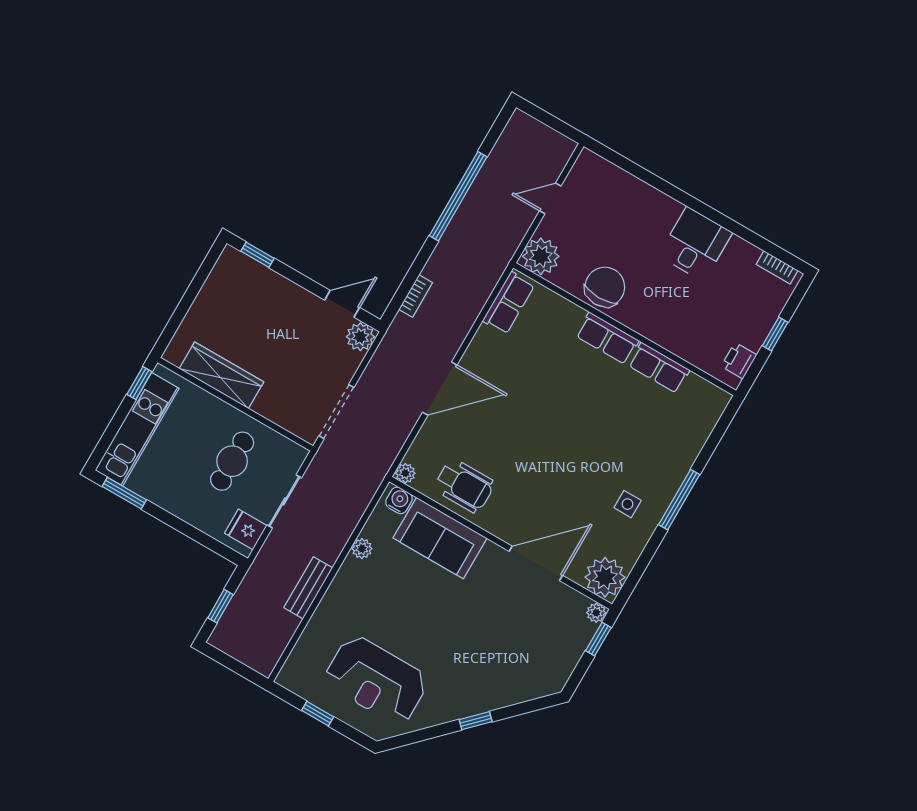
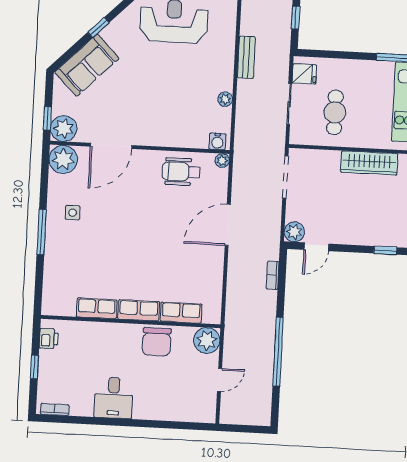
row of seats: (509, 303) -> (181, 313), moved, turned 90
sofa: (440, 538) -> (87, 65), moved, turned 135
plant: (596, 613) -> (64, 129), width x1.88, depth x1.88

